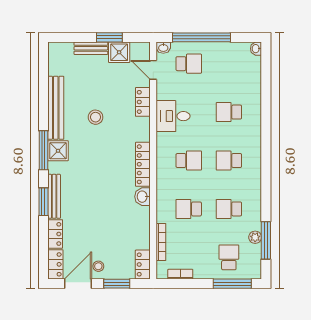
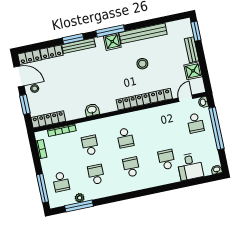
window: (109, 37) -> (196, 31), moved
desk: (173, 116) -> (190, 167), moved, turned 180
locker: (143, 164) -> (133, 101), moved
school desk: (229, 257) -> (61, 182), turned 90
locker: (143, 265) -> (48, 119), width x1.53

